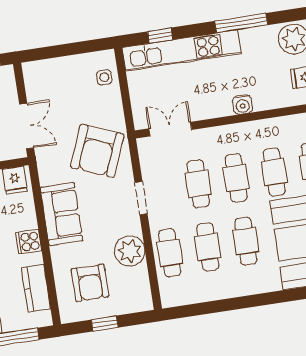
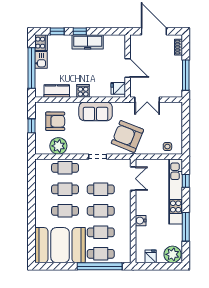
plant: (130, 251) -> (58, 146), moved
armchair: (90, 283) -> (55, 121), turned 180

